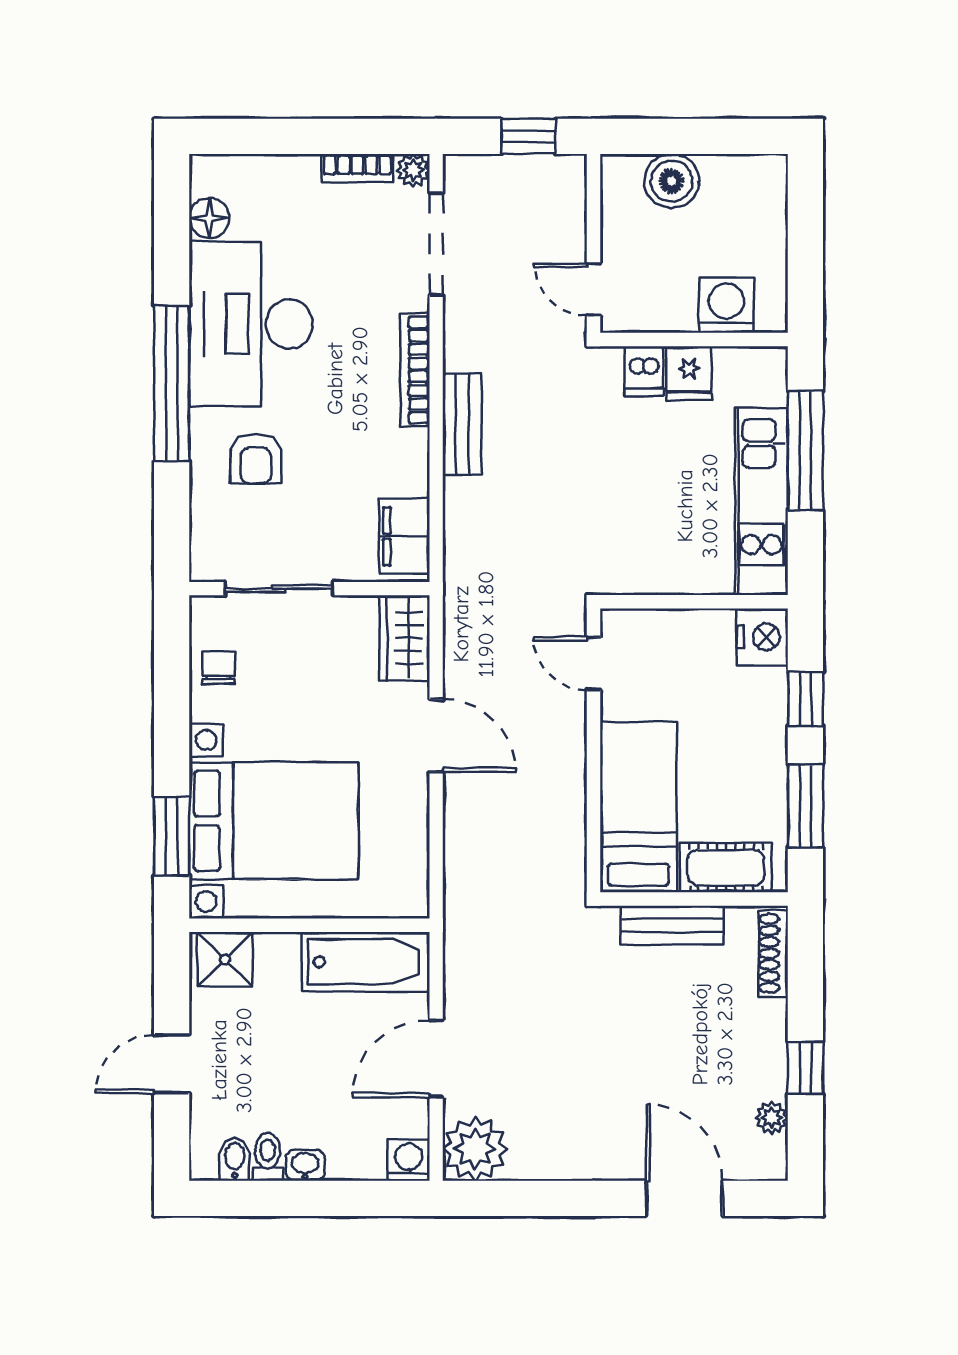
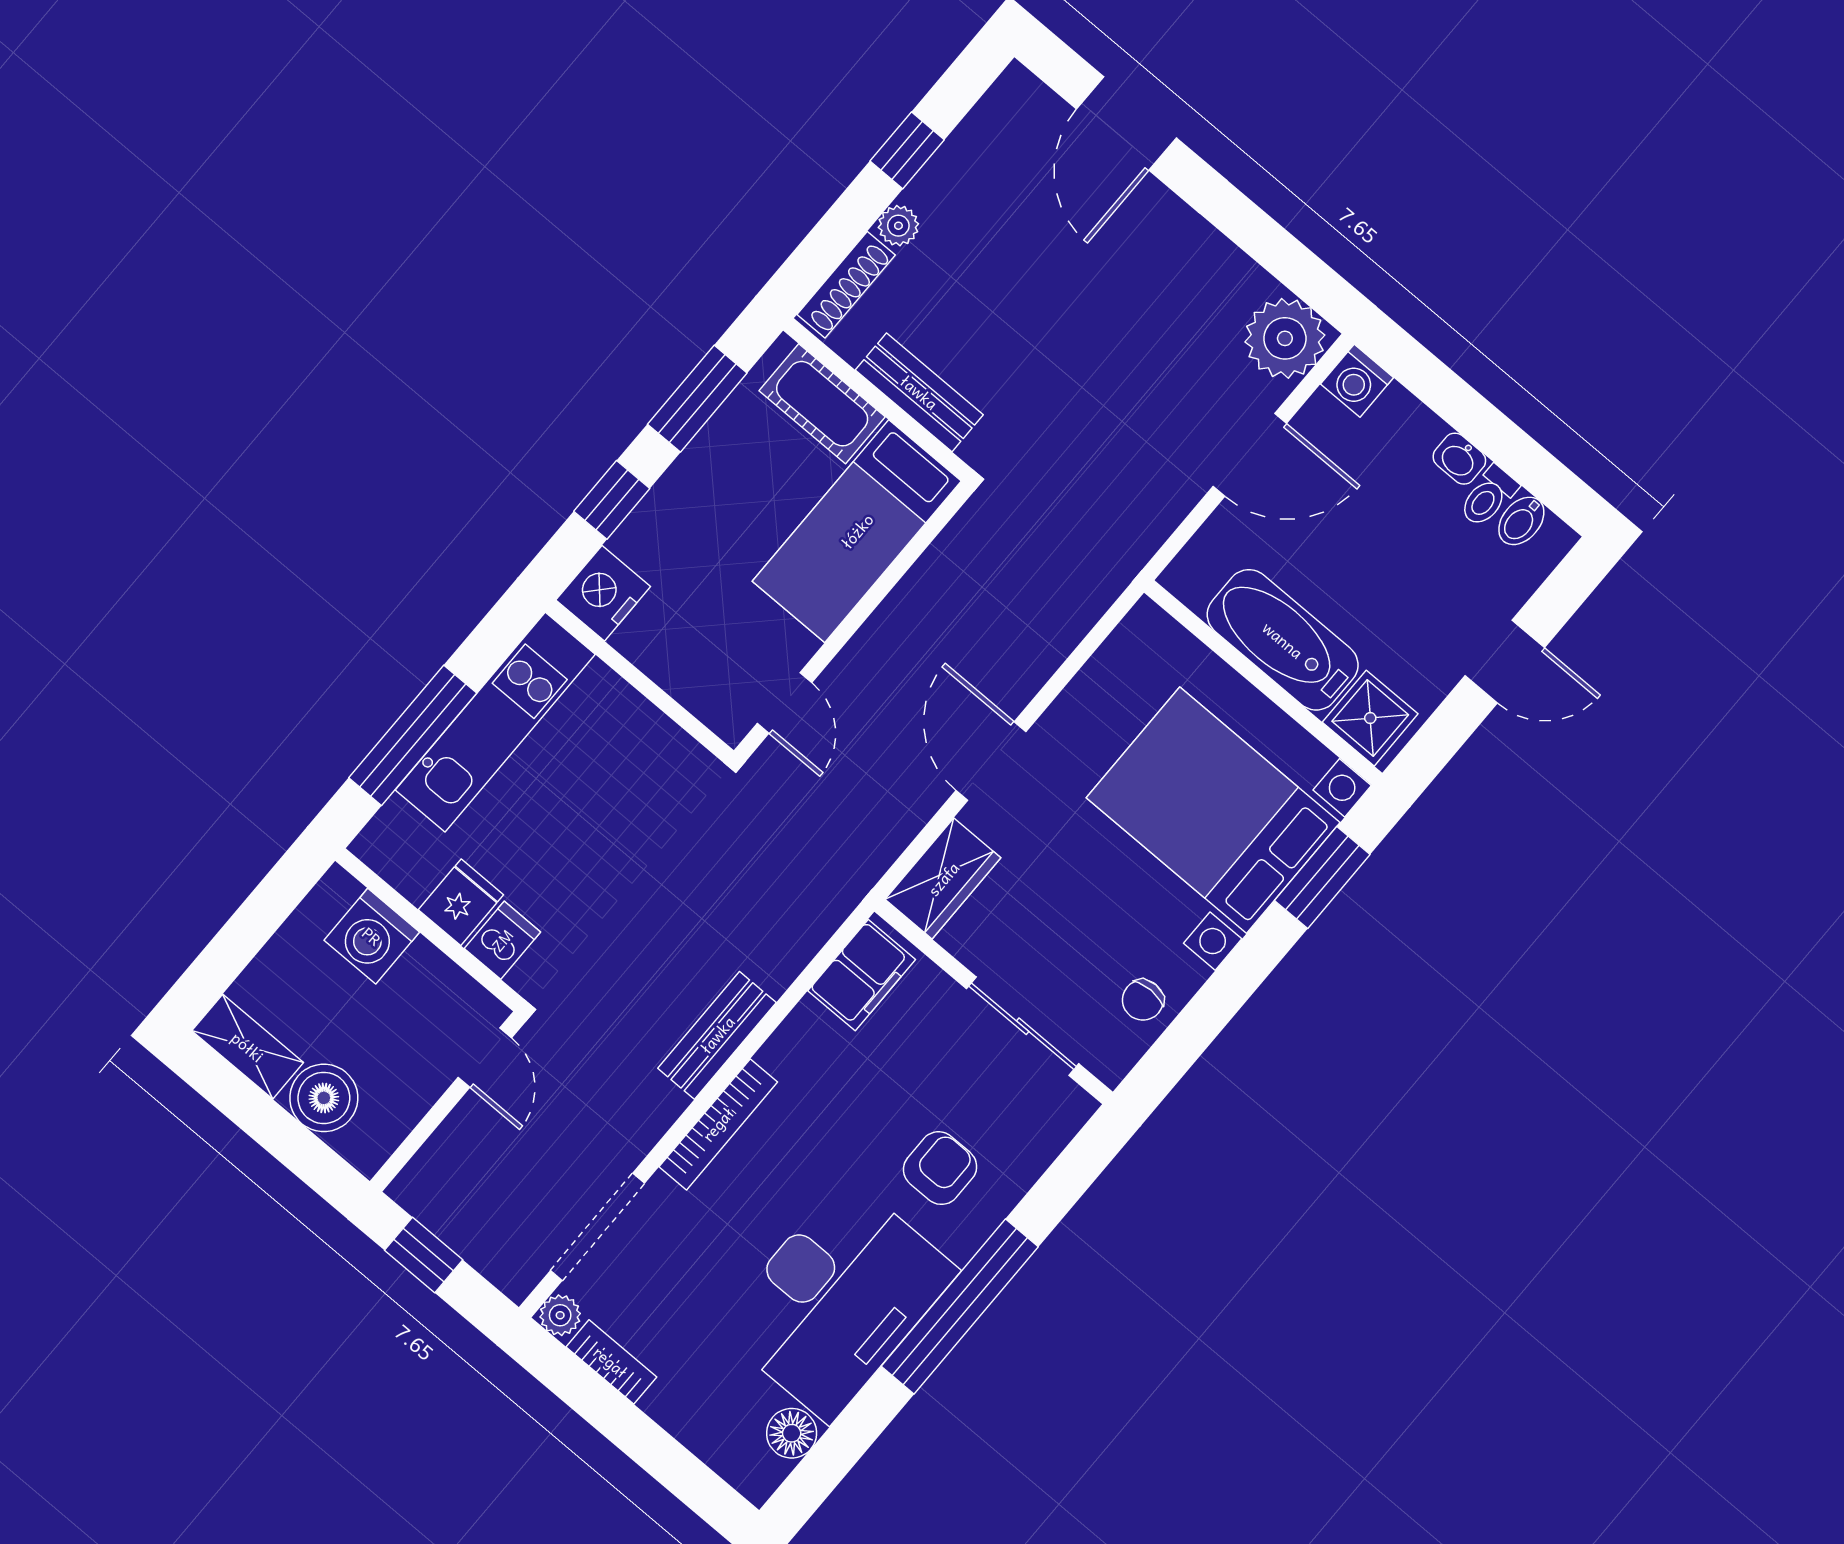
shelving: (745, 173) -> (248, 1047), added
bathtub: (365, 962) -> (1283, 640), moved
plant: (772, 1118) -> (898, 226), moved

